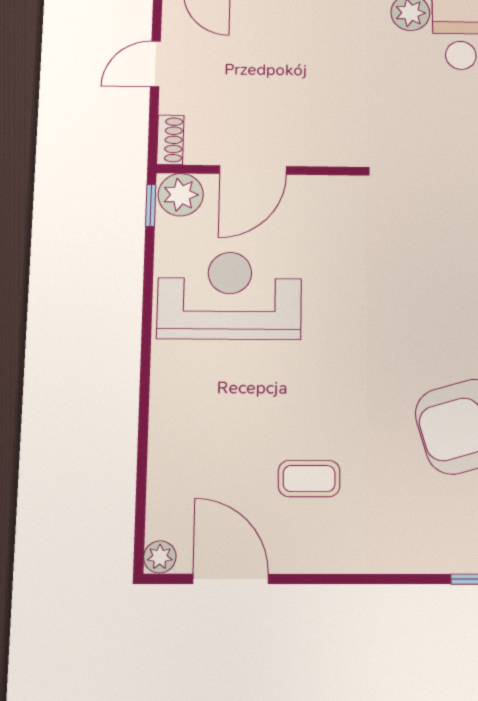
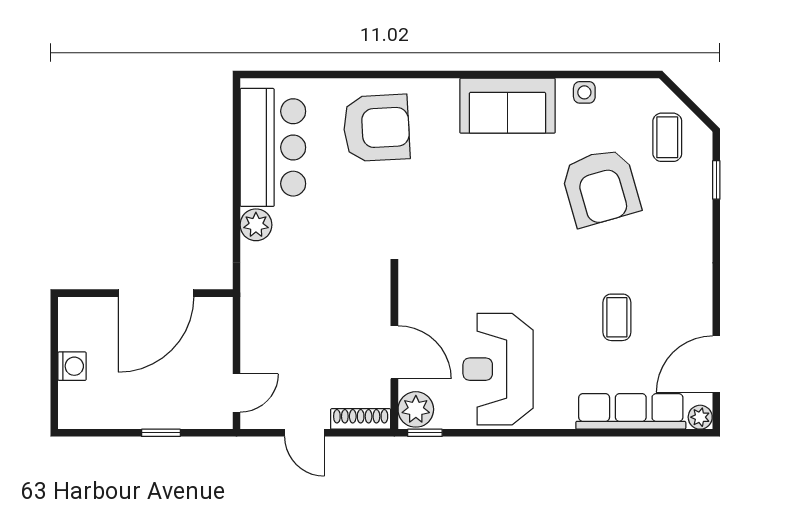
shoe rack: (170, 140) -> (361, 419), width x1.43
row of seats: (170, 464) -> (631, 411), added
coffee table: (309, 479) -> (617, 317), moved

